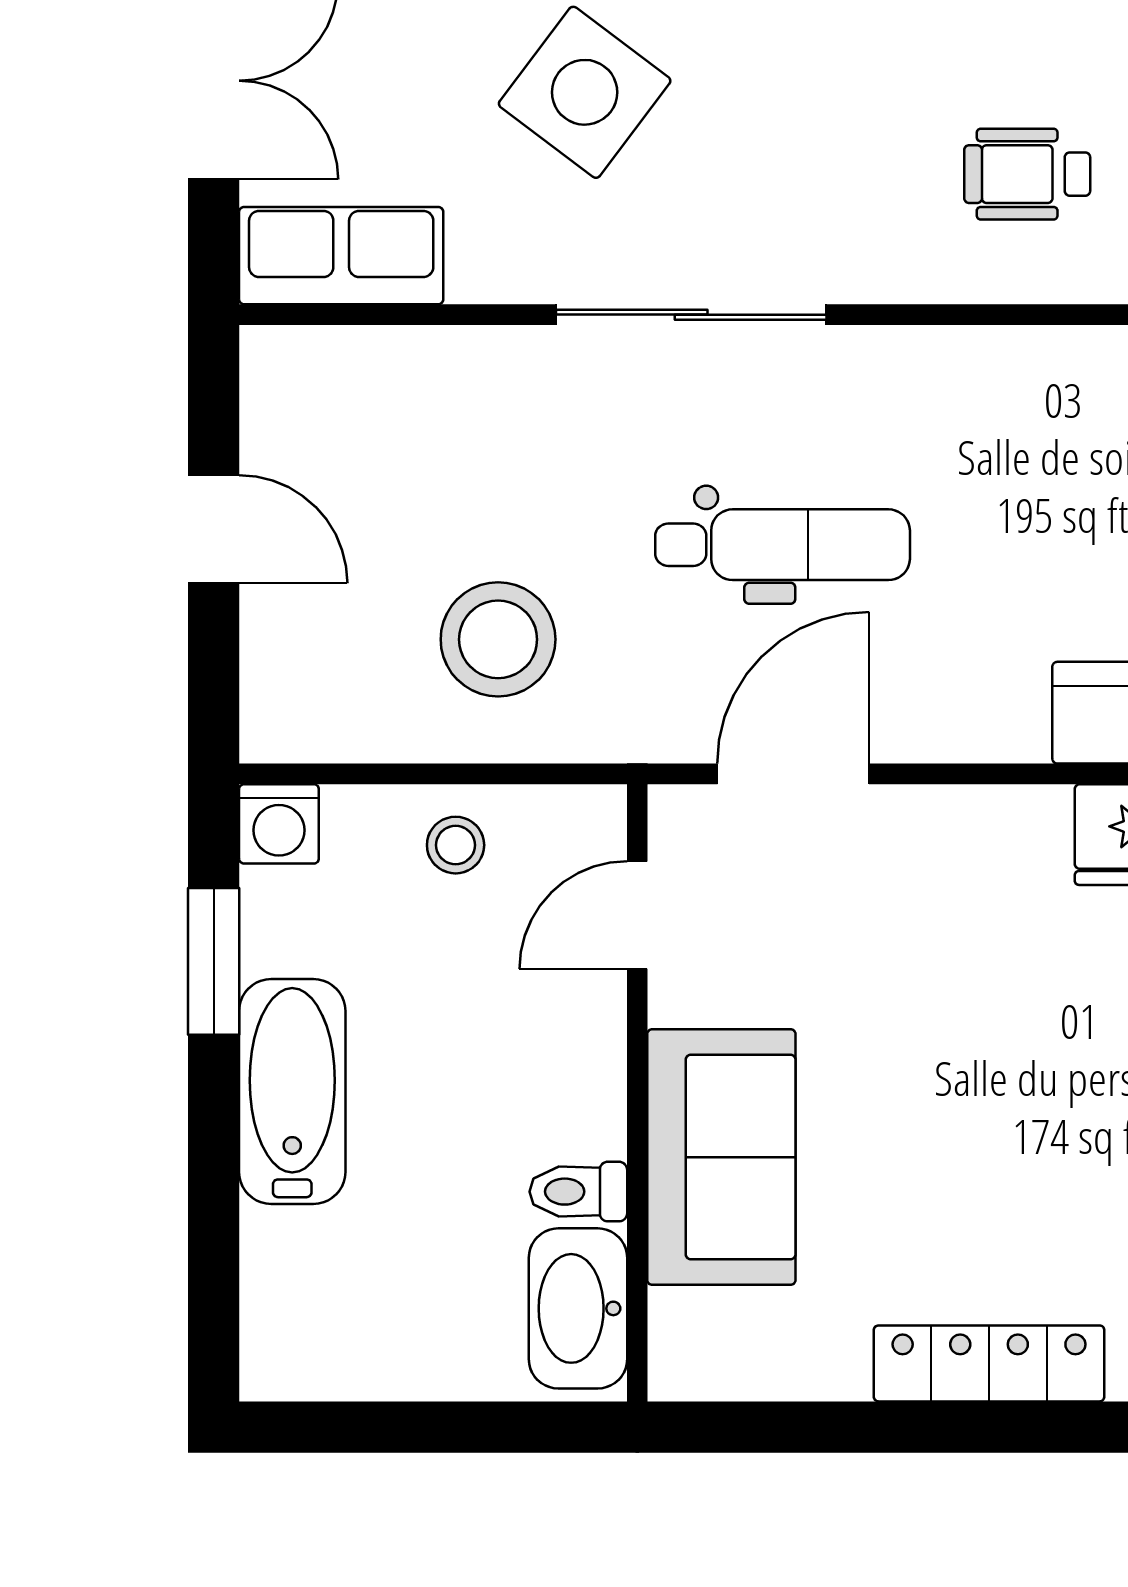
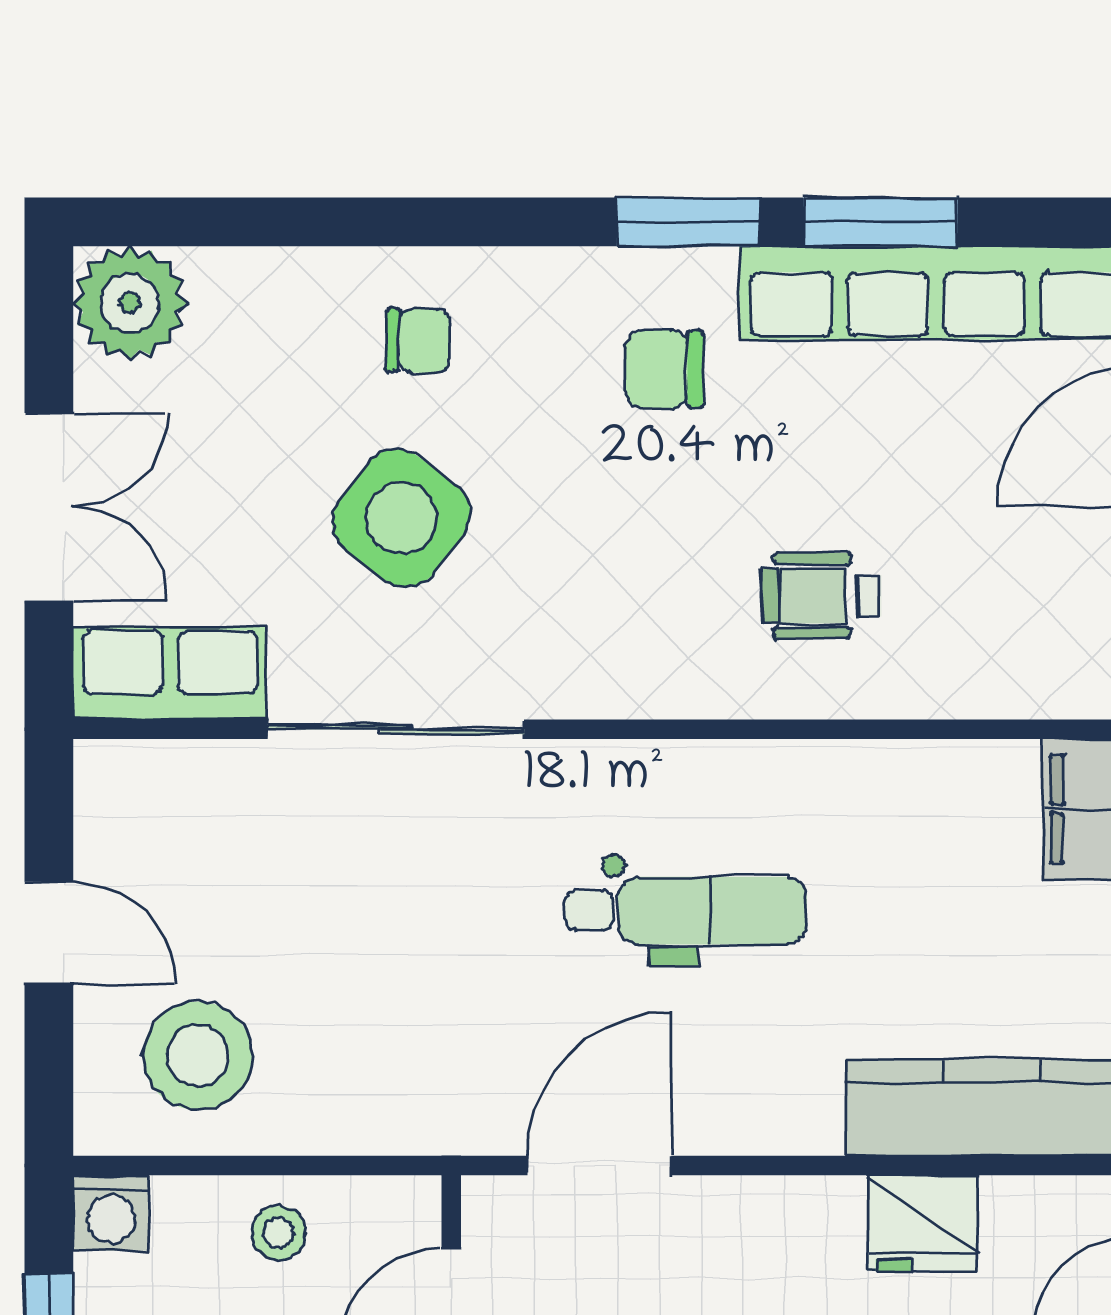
sliding door: (691, 315) -> (396, 729), moved
dental chair: (783, 545) -> (686, 911), moved
stool: (498, 639) -> (198, 1056), moved

